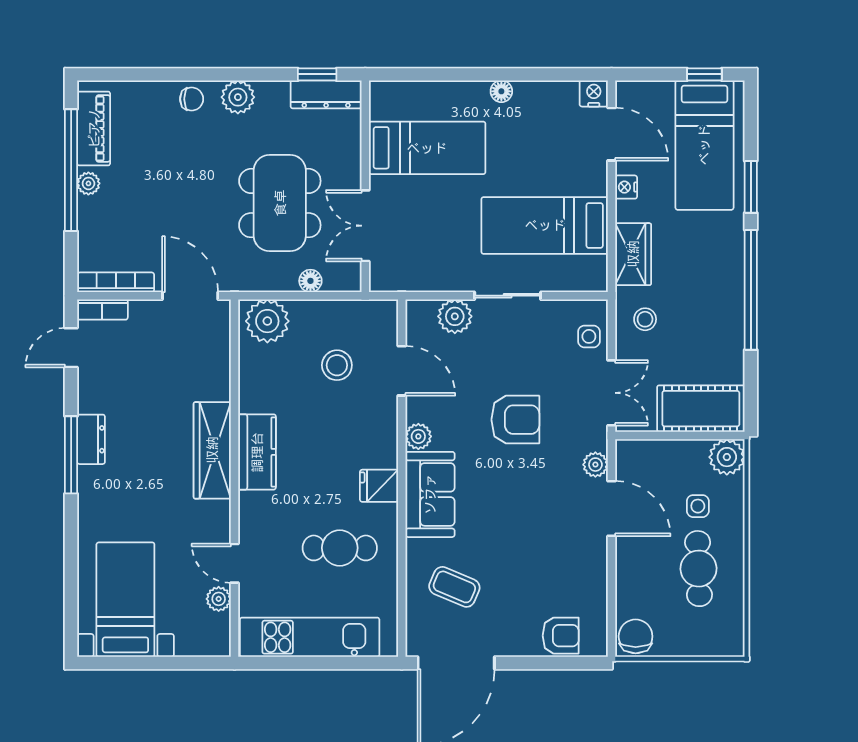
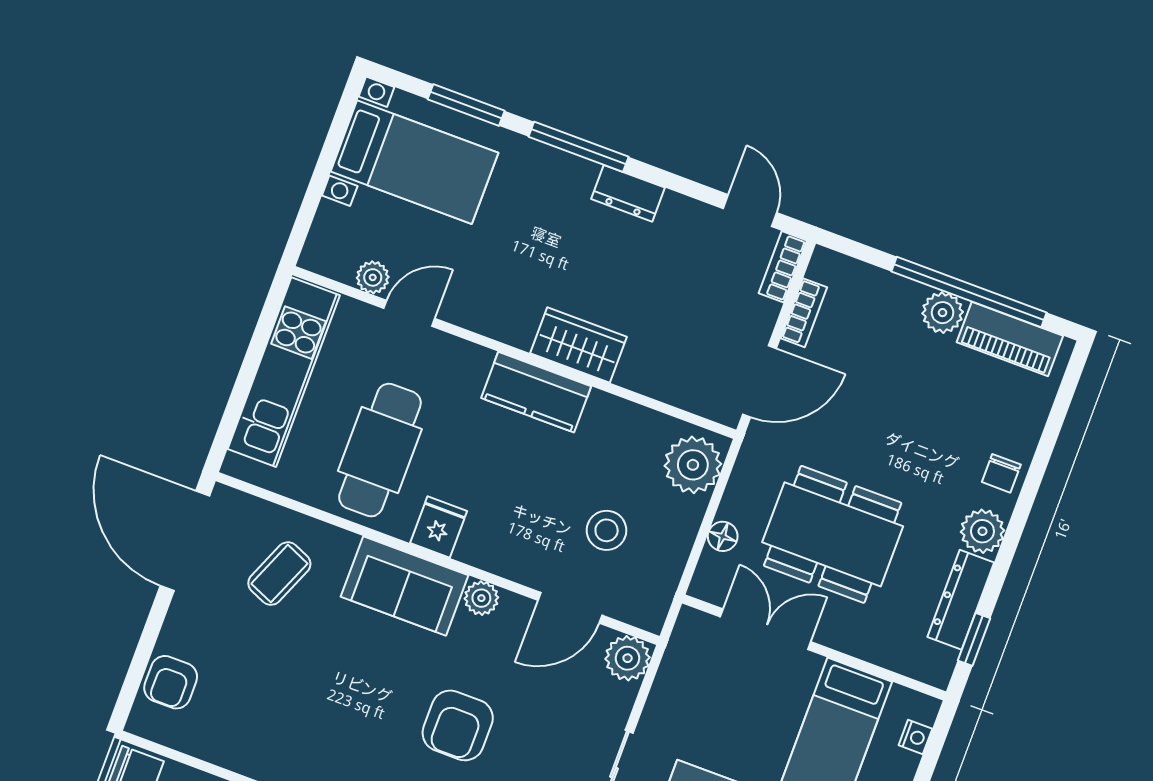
nightstand: (402, 90) -> (915, 737), added
dresser: (326, 94) -> (961, 600), moved
plant: (88, 183) -> (943, 313), width x1.38, depth x1.38
bookcase: (116, 282) -> (804, 313), width x0.64
plant: (455, 316) -> (628, 658), moved
wardrobe: (212, 450) -> (578, 345), width x0.67
window: (71, 455) -> (579, 147), moved
cafe table: (340, 548) -> (380, 450), width x1.37, depth x1.35
window: (71, 578) -> (466, 105), added

